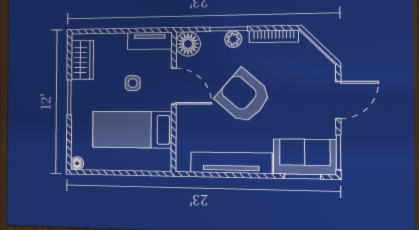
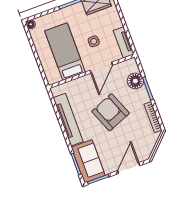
plant: (233, 39) -> (143, 94), removed
floor lamp: (188, 44) -> (135, 81), moved
armchair: (243, 96) -> (110, 112), turned -63
door: (338, 100) -> (129, 168), swing flipped

